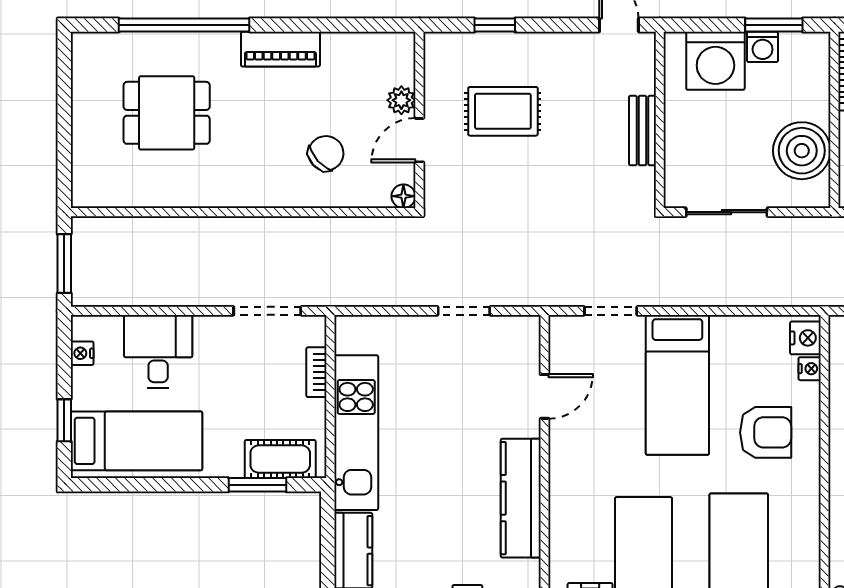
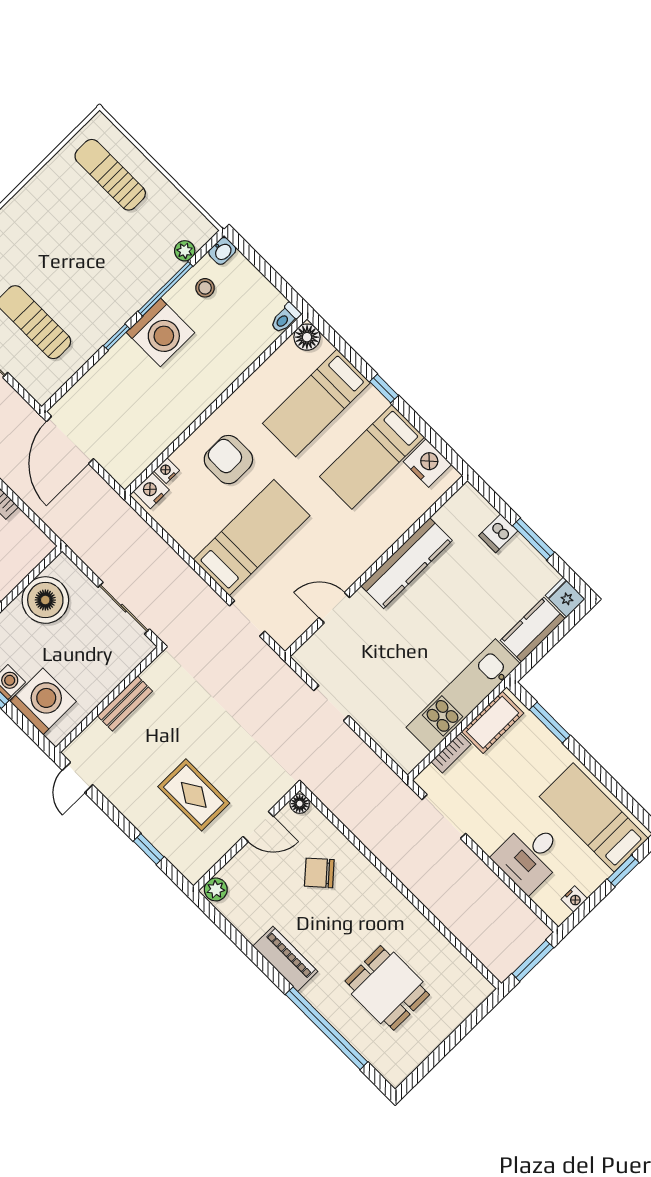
plant: (401, 100) -> (216, 889), moved
cot: (280, 459) -> (493, 722), moved, turned 90

